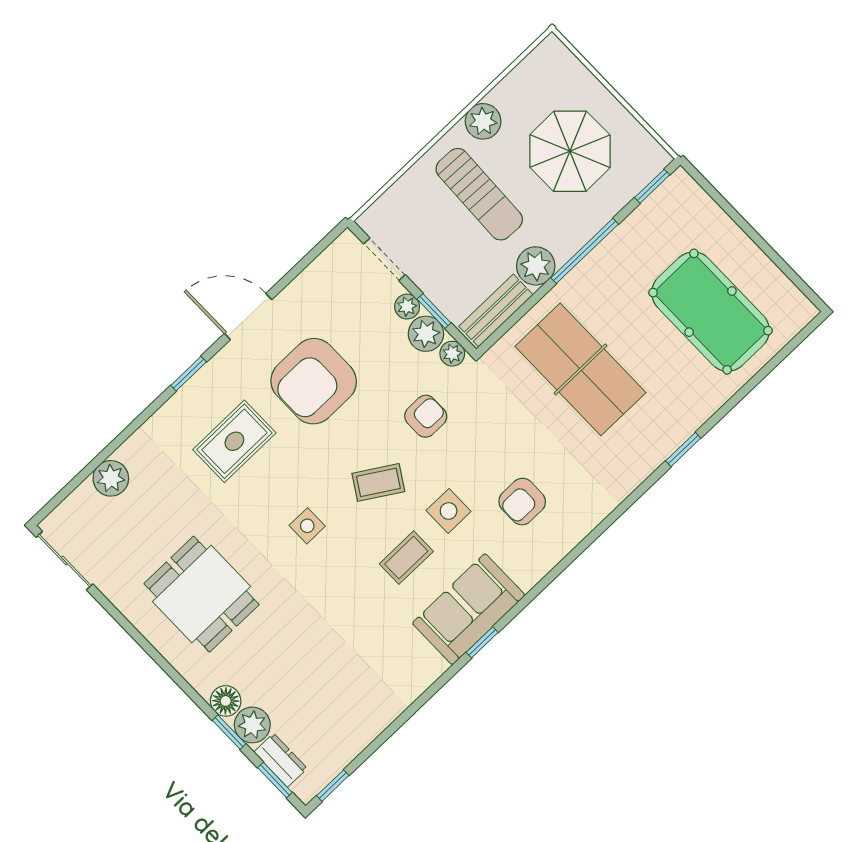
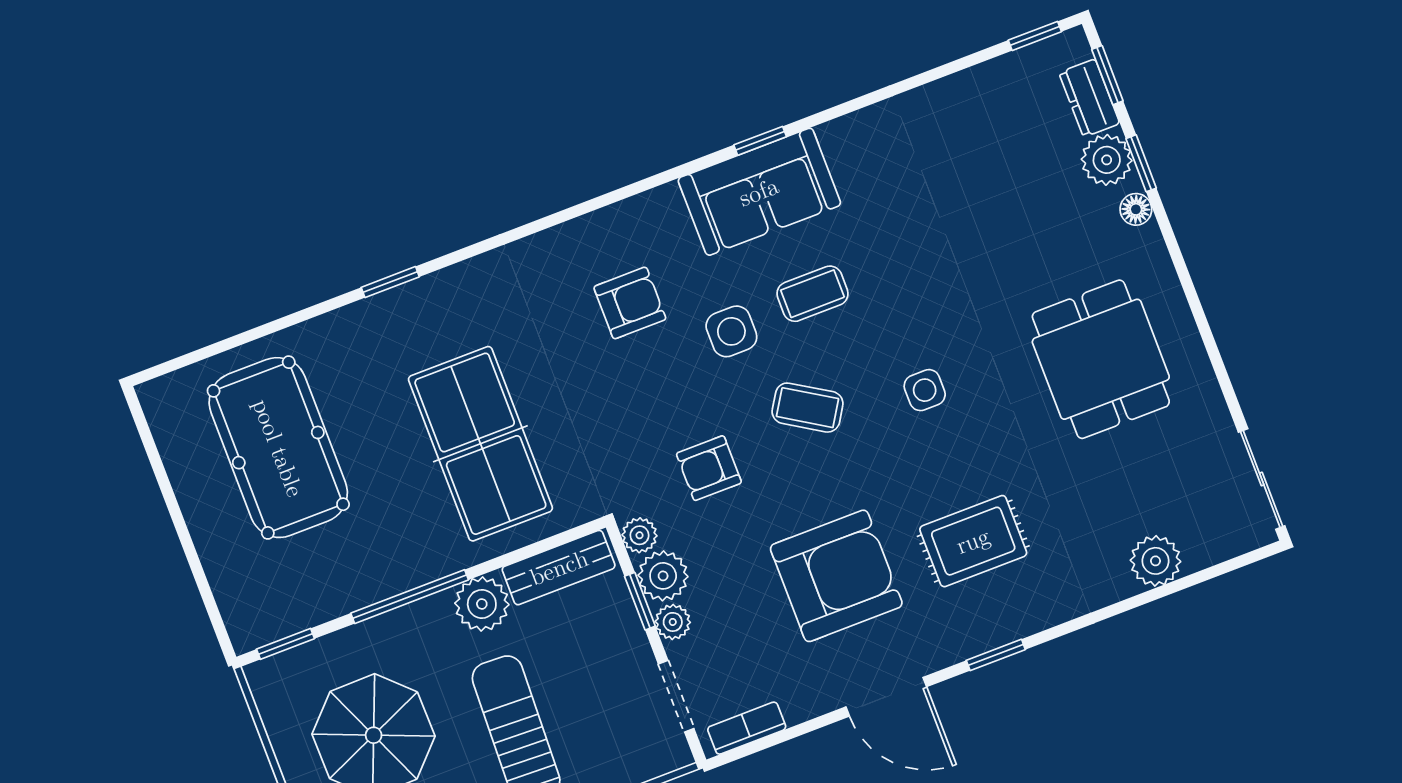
bookcase: (330, 258) -> (747, 728), added
floor lamp: (226, 701) -> (1136, 209), width x0.73, depth x0.73

